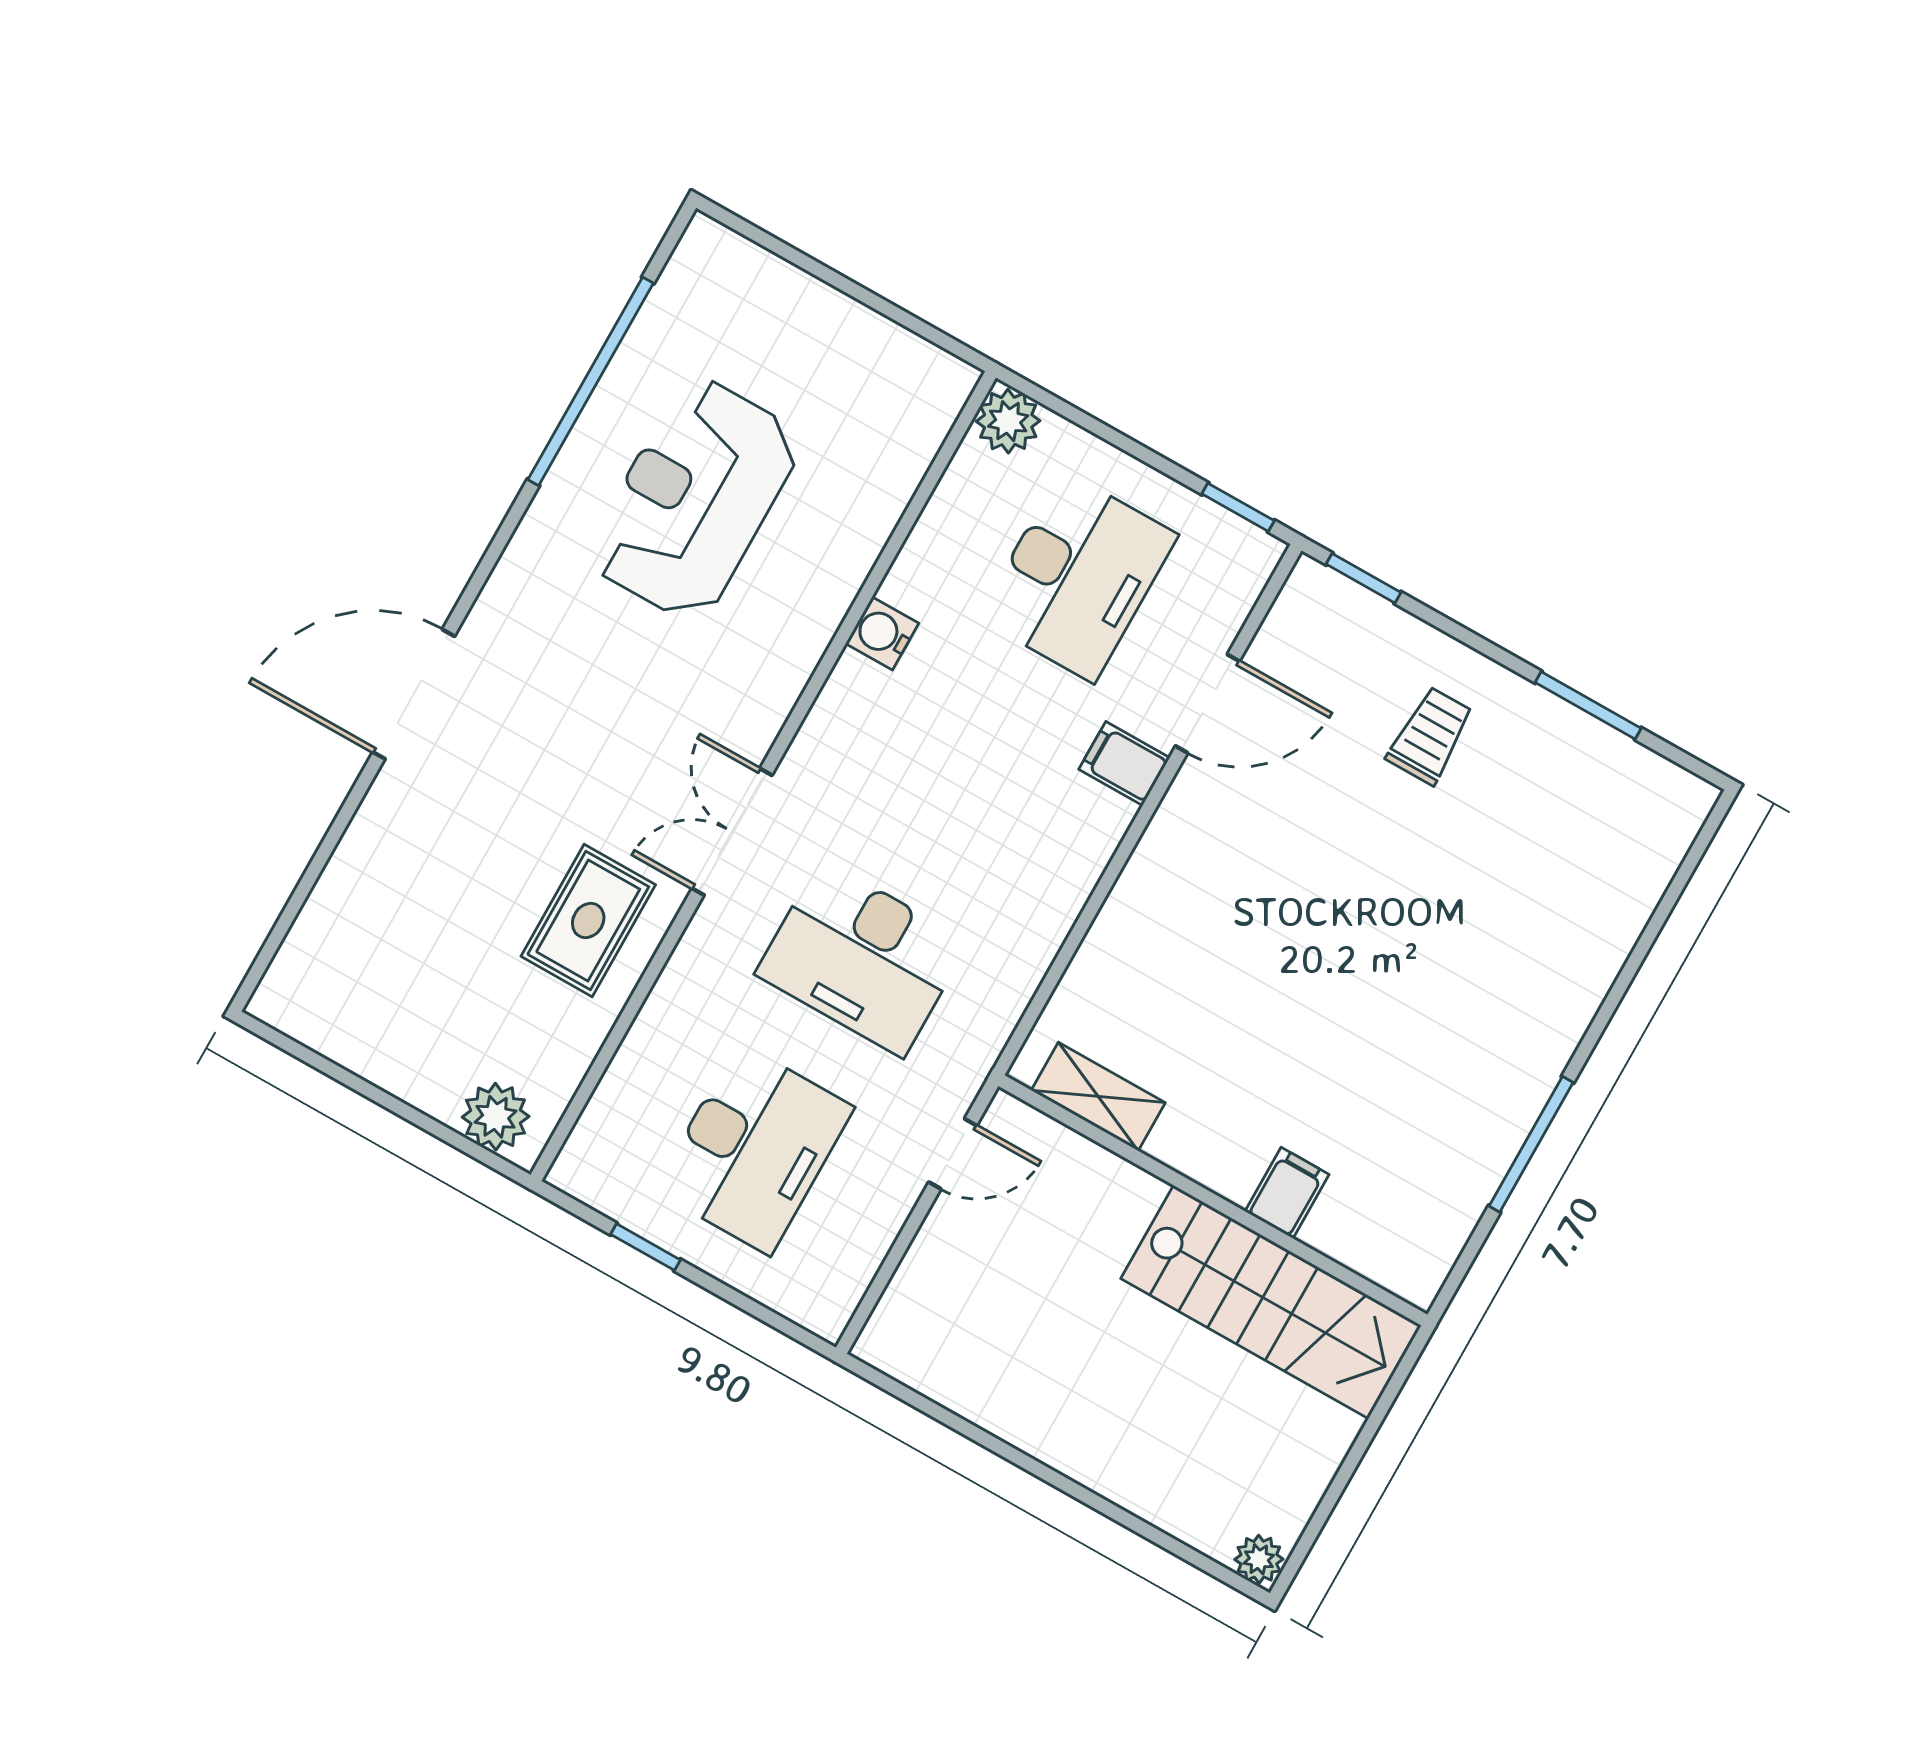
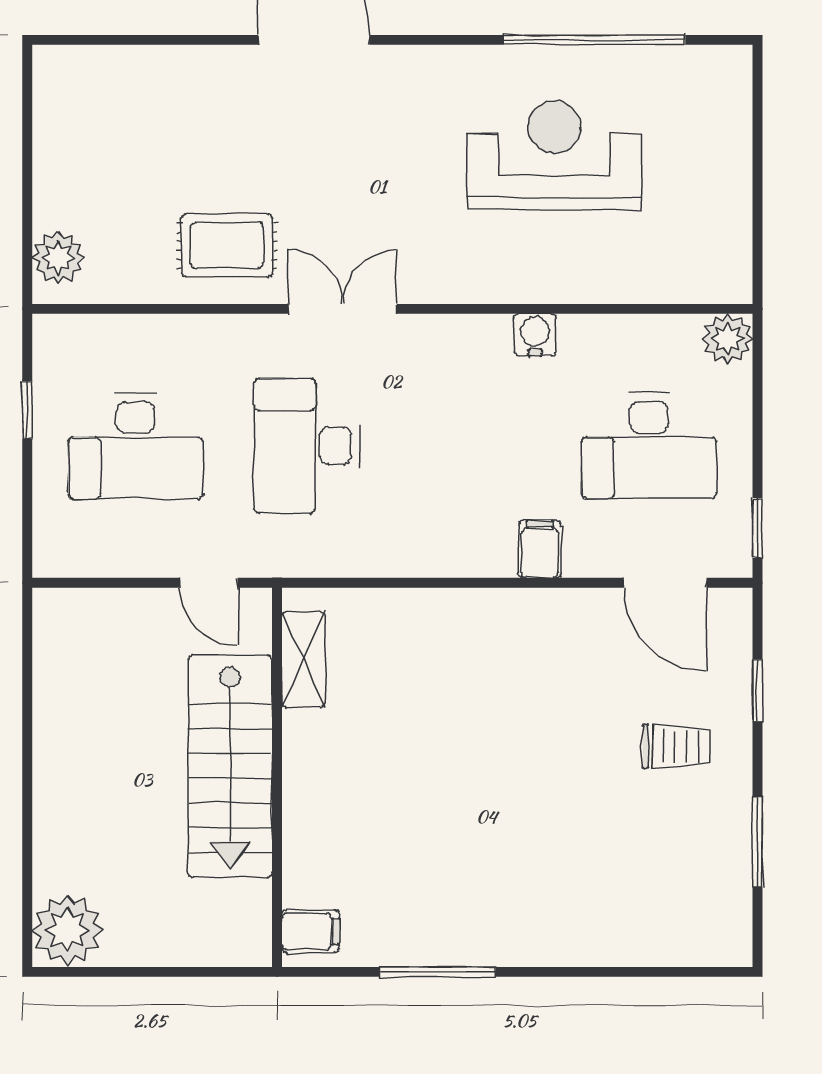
window: (1363, 578) -> (757, 690), moved
door: (1207, 704) -> (665, 583), moved
filing cabinet: (1287, 1193) -> (311, 931), moved
stairs: (1271, 1302) -> (230, 766), moved
plant: (1259, 1559) -> (67, 930), width x1.88, depth x1.88

